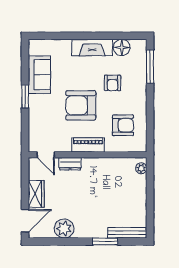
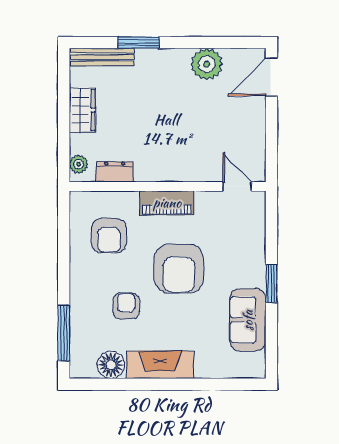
armchair: (81, 105) -> (179, 269), turned 90
armchair: (123, 125) -> (109, 236), turned -90
dresser: (70, 164) -> (115, 172), moved
wardrobe: (36, 194) -> (82, 110), moved, turned 180

